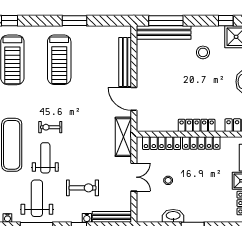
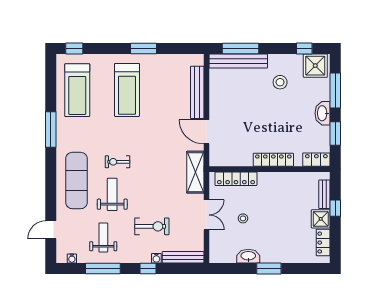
locker: (201, 143) -> (278, 179), removed
weight bench: (37, 198) -> (103, 237), width x0.73, depth x0.75

